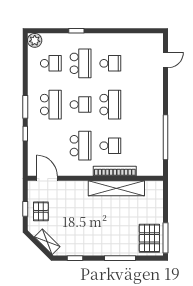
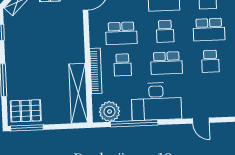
door: (166, 60) -> (201, 121), moved
desk: (146, 116) -> (156, 101), added
plant: (153, 160) -> (109, 112), added
shelving: (116, 188) -> (78, 93), moved

